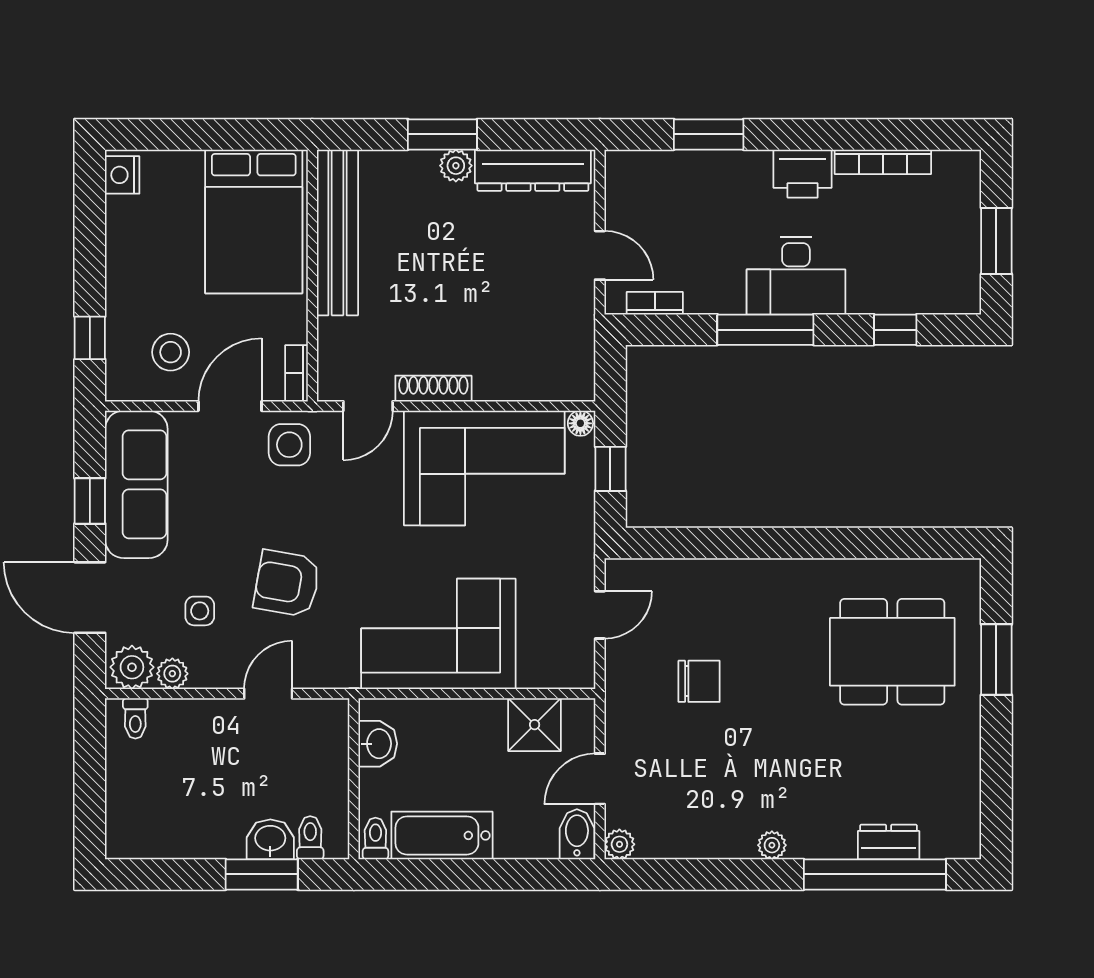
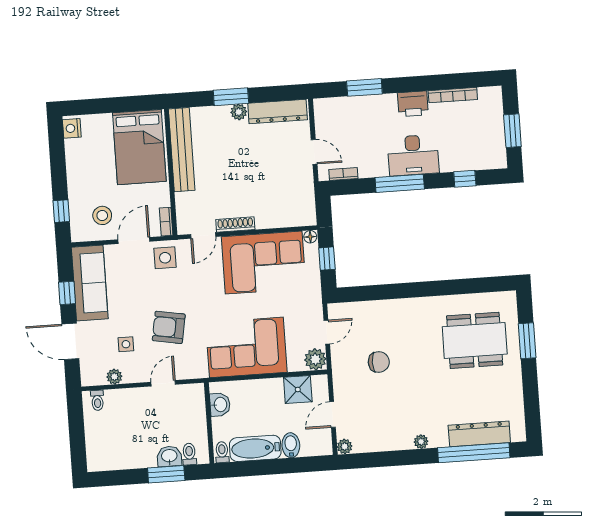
plant: (132, 667) -> (315, 359), moved
bidet: (577, 834) -> (291, 445), moved
dresser: (889, 842) -> (479, 434), width x1.96, depth x1.24

